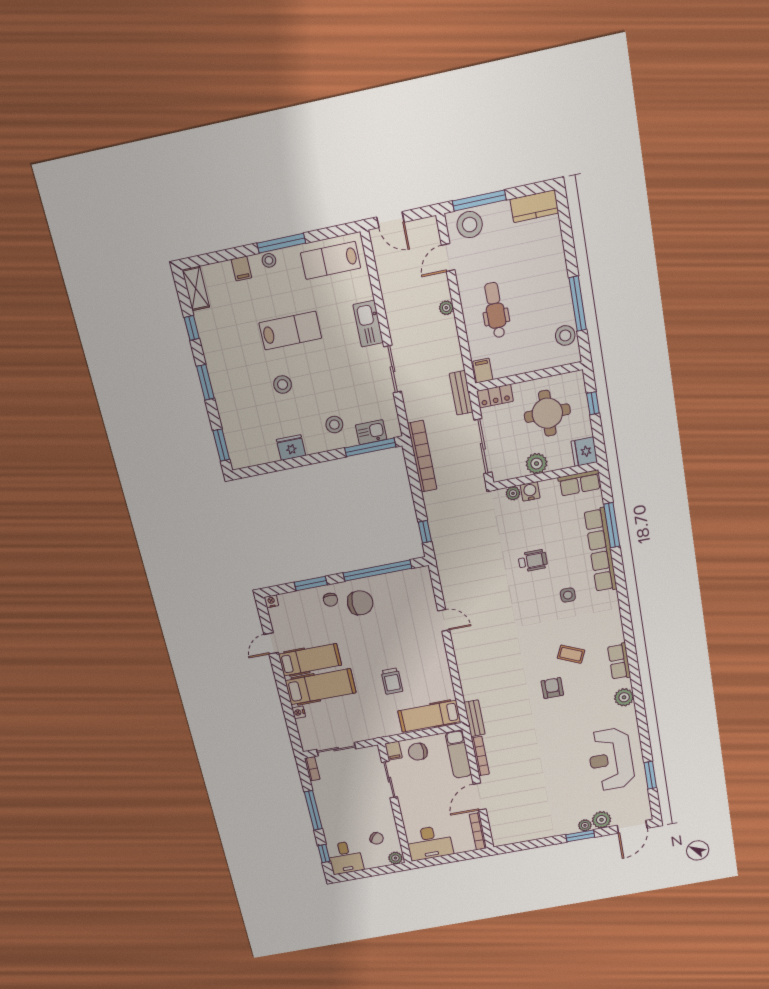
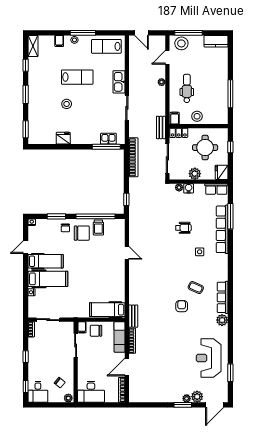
stool: (565, 335) -> (197, 116), moved
stool: (334, 425) -> (89, 131), removed
row of seats: (619, 661) -> (223, 297), width x1.48
trolley: (392, 681) -> (98, 228), moved
window: (313, 810) -> (26, 357), width x0.46

